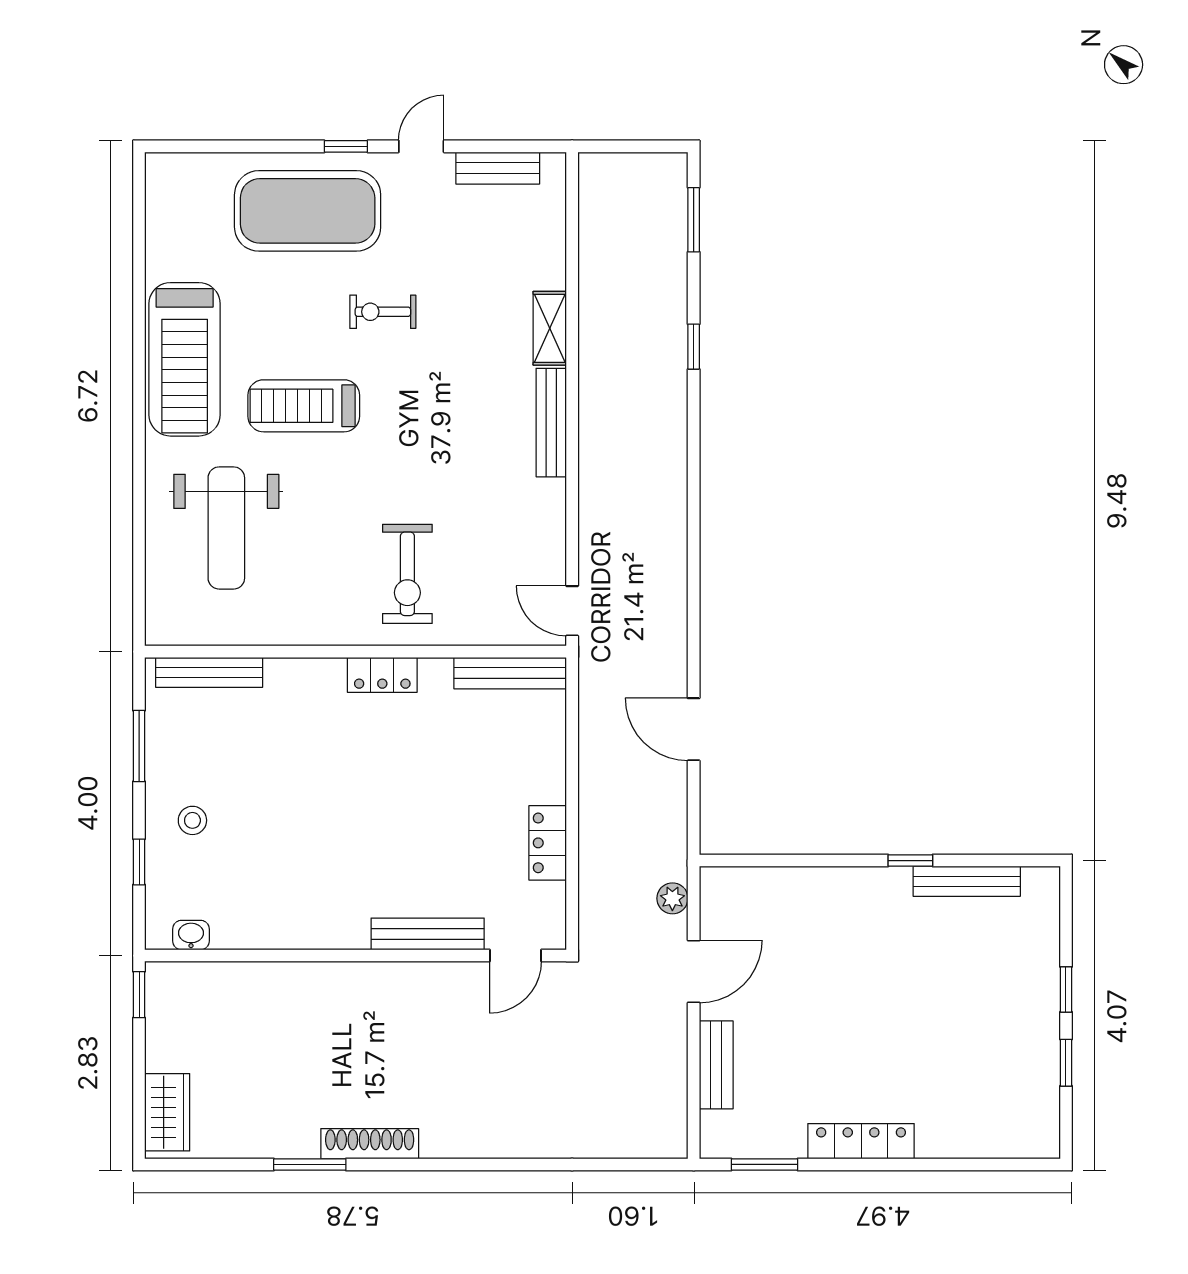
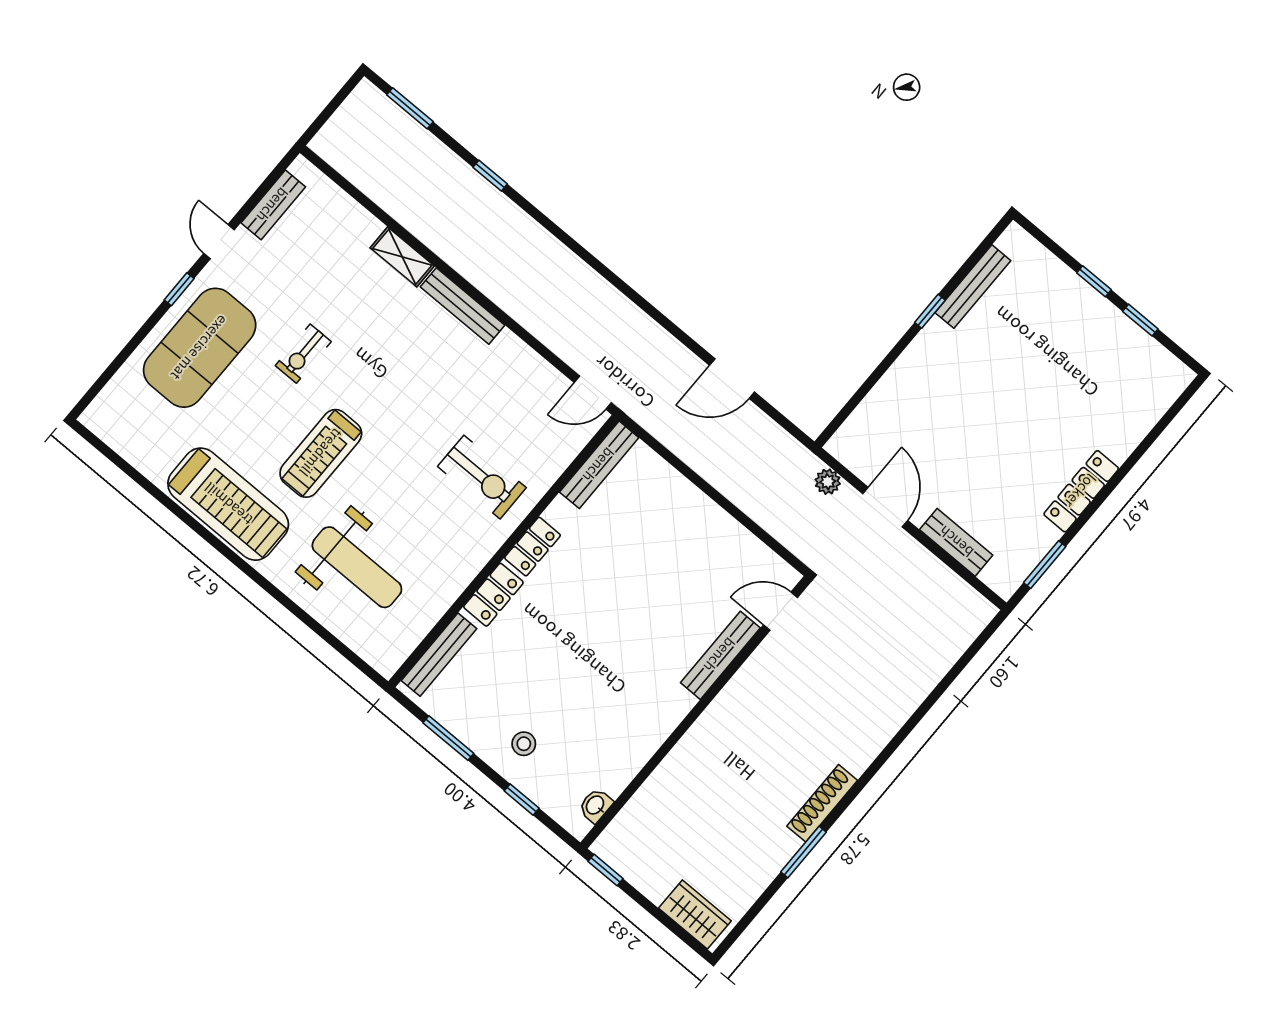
locker: (548, 843) -> (493, 595), moved, turned -90
door: (516, 956) -> (781, 611), swing flipped

